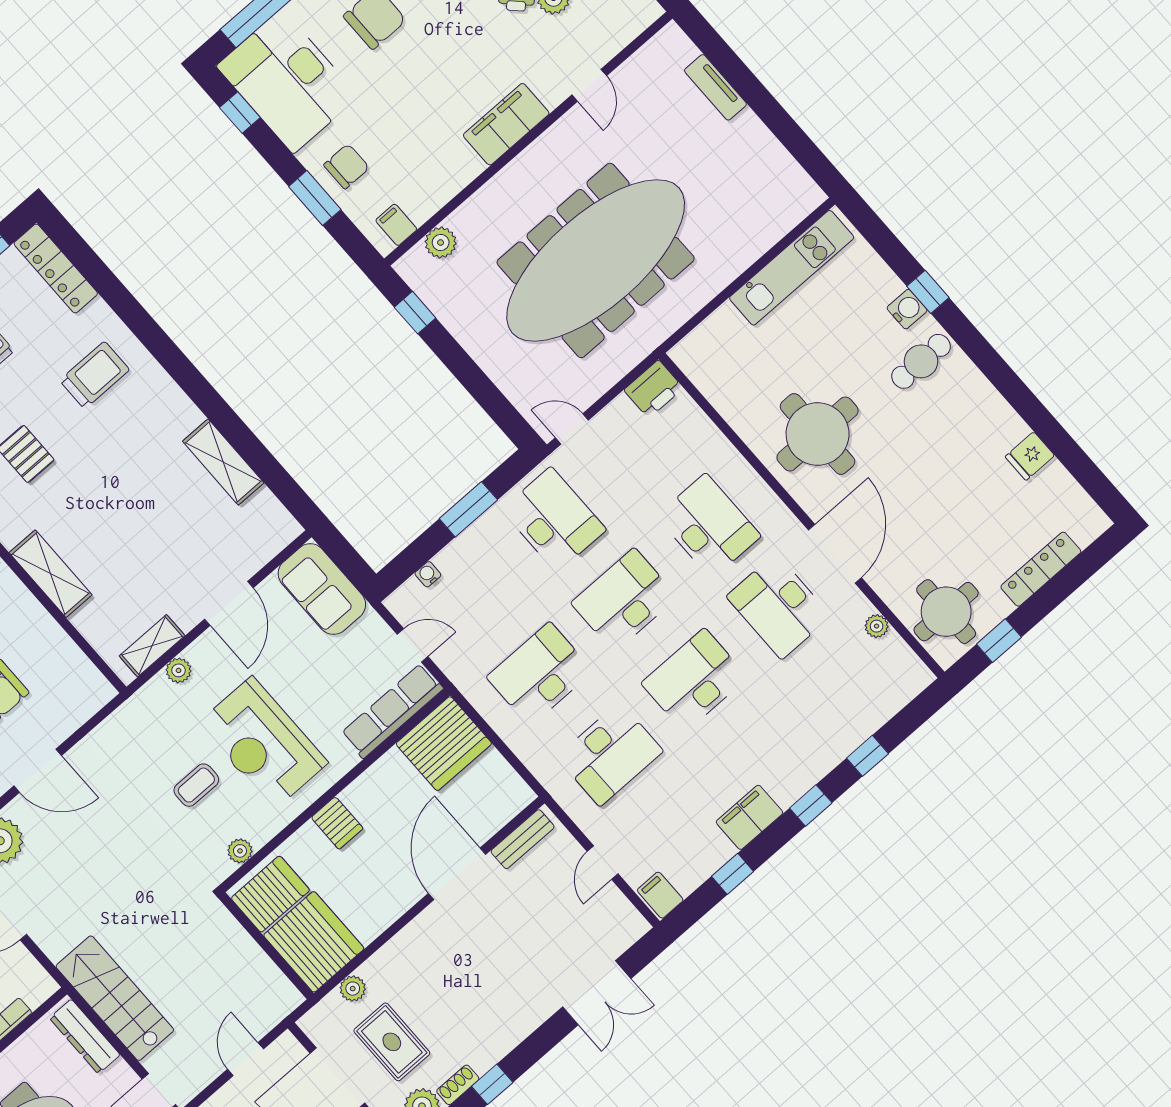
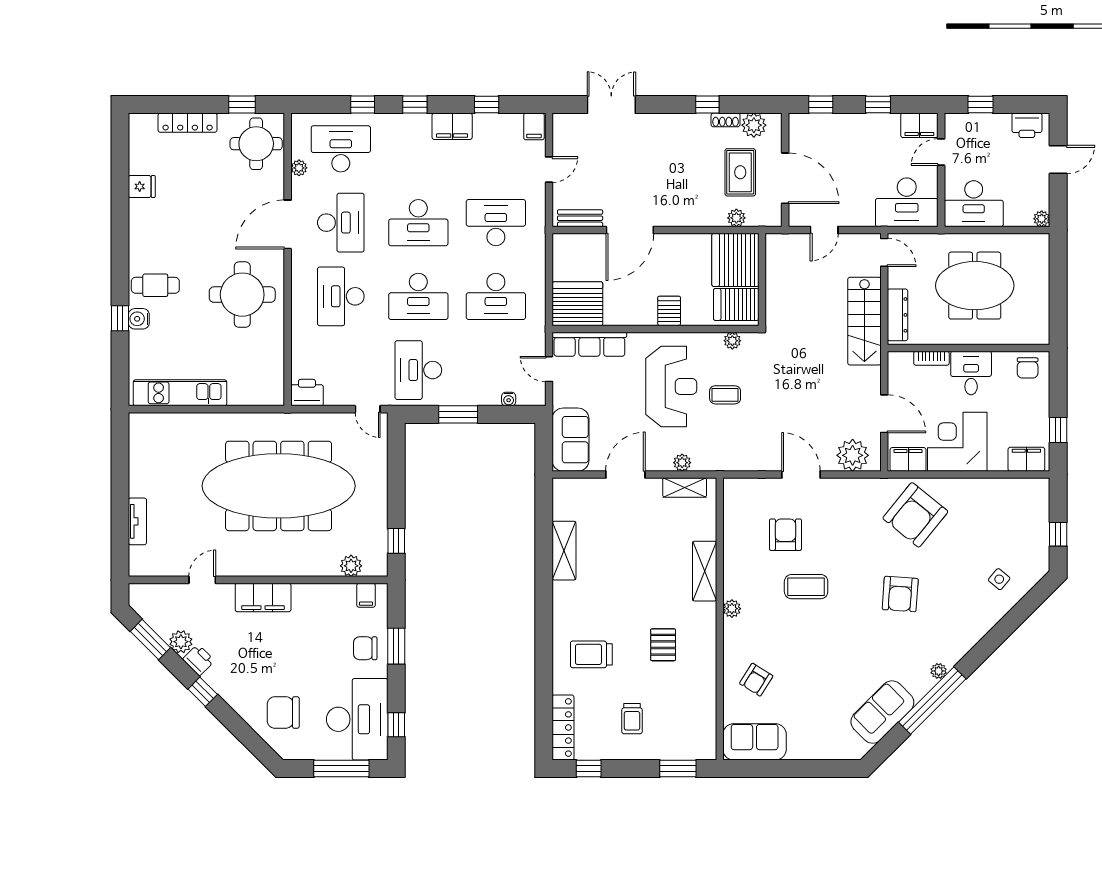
desk: (849, 687) -> (341, 149), added

